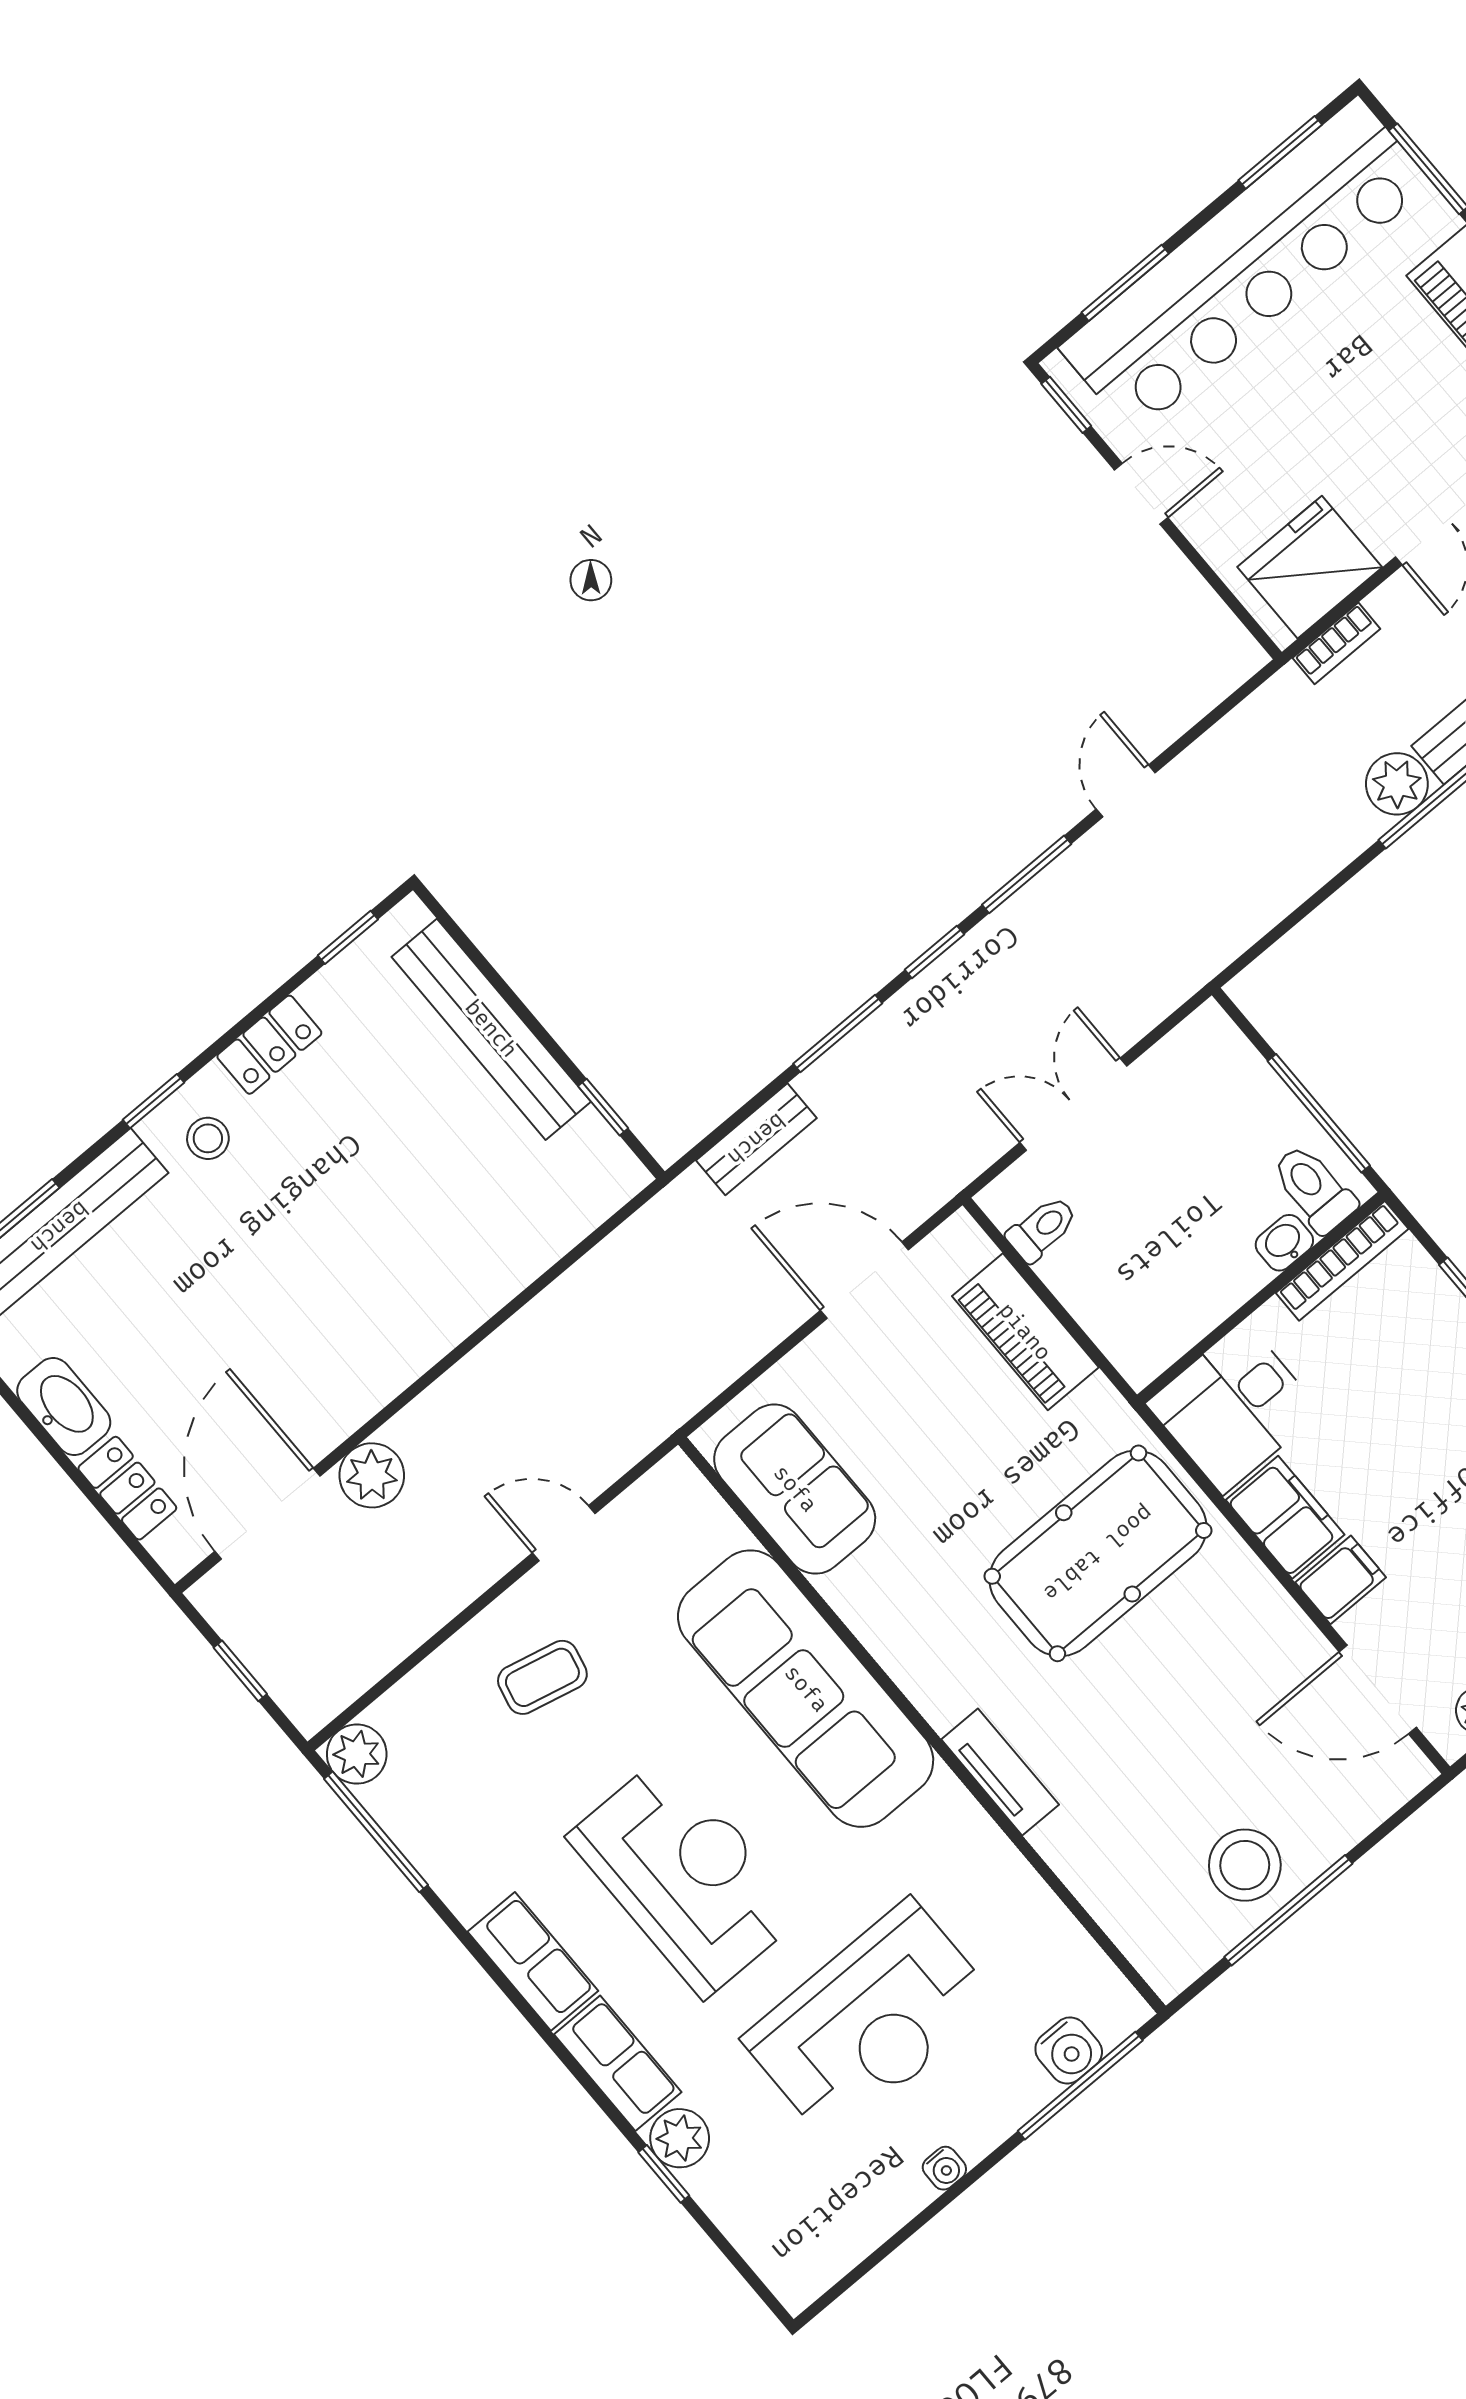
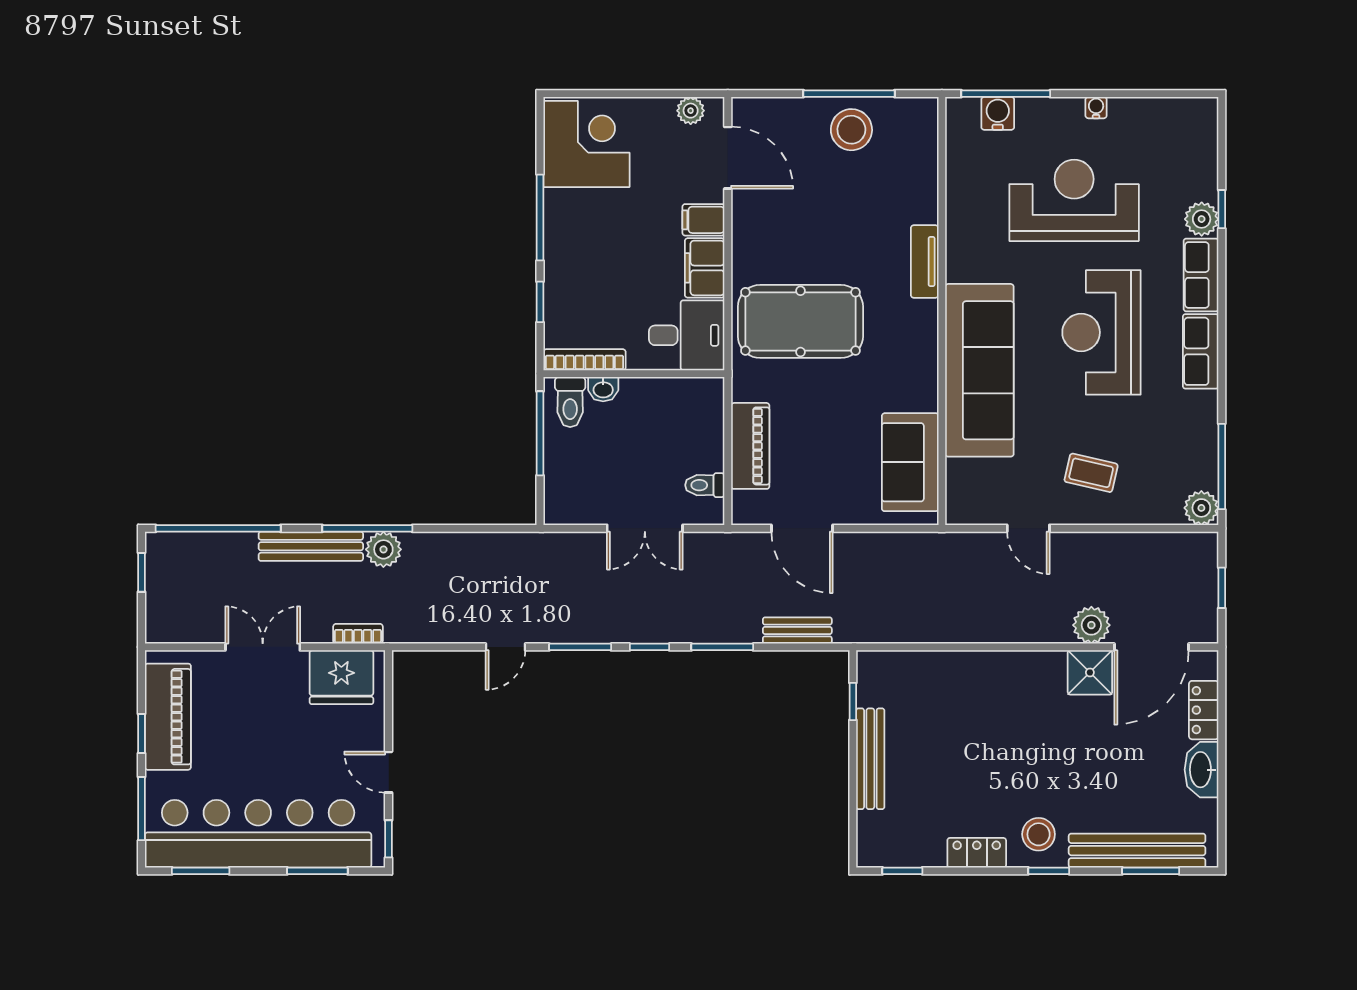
bench: (491, 1029) -> (870, 759), width x0.73, depth x0.82
stool: (208, 1138) -> (1039, 834), width x1.37, depth x1.37
shower: (321, 1411) -> (1090, 672), added

